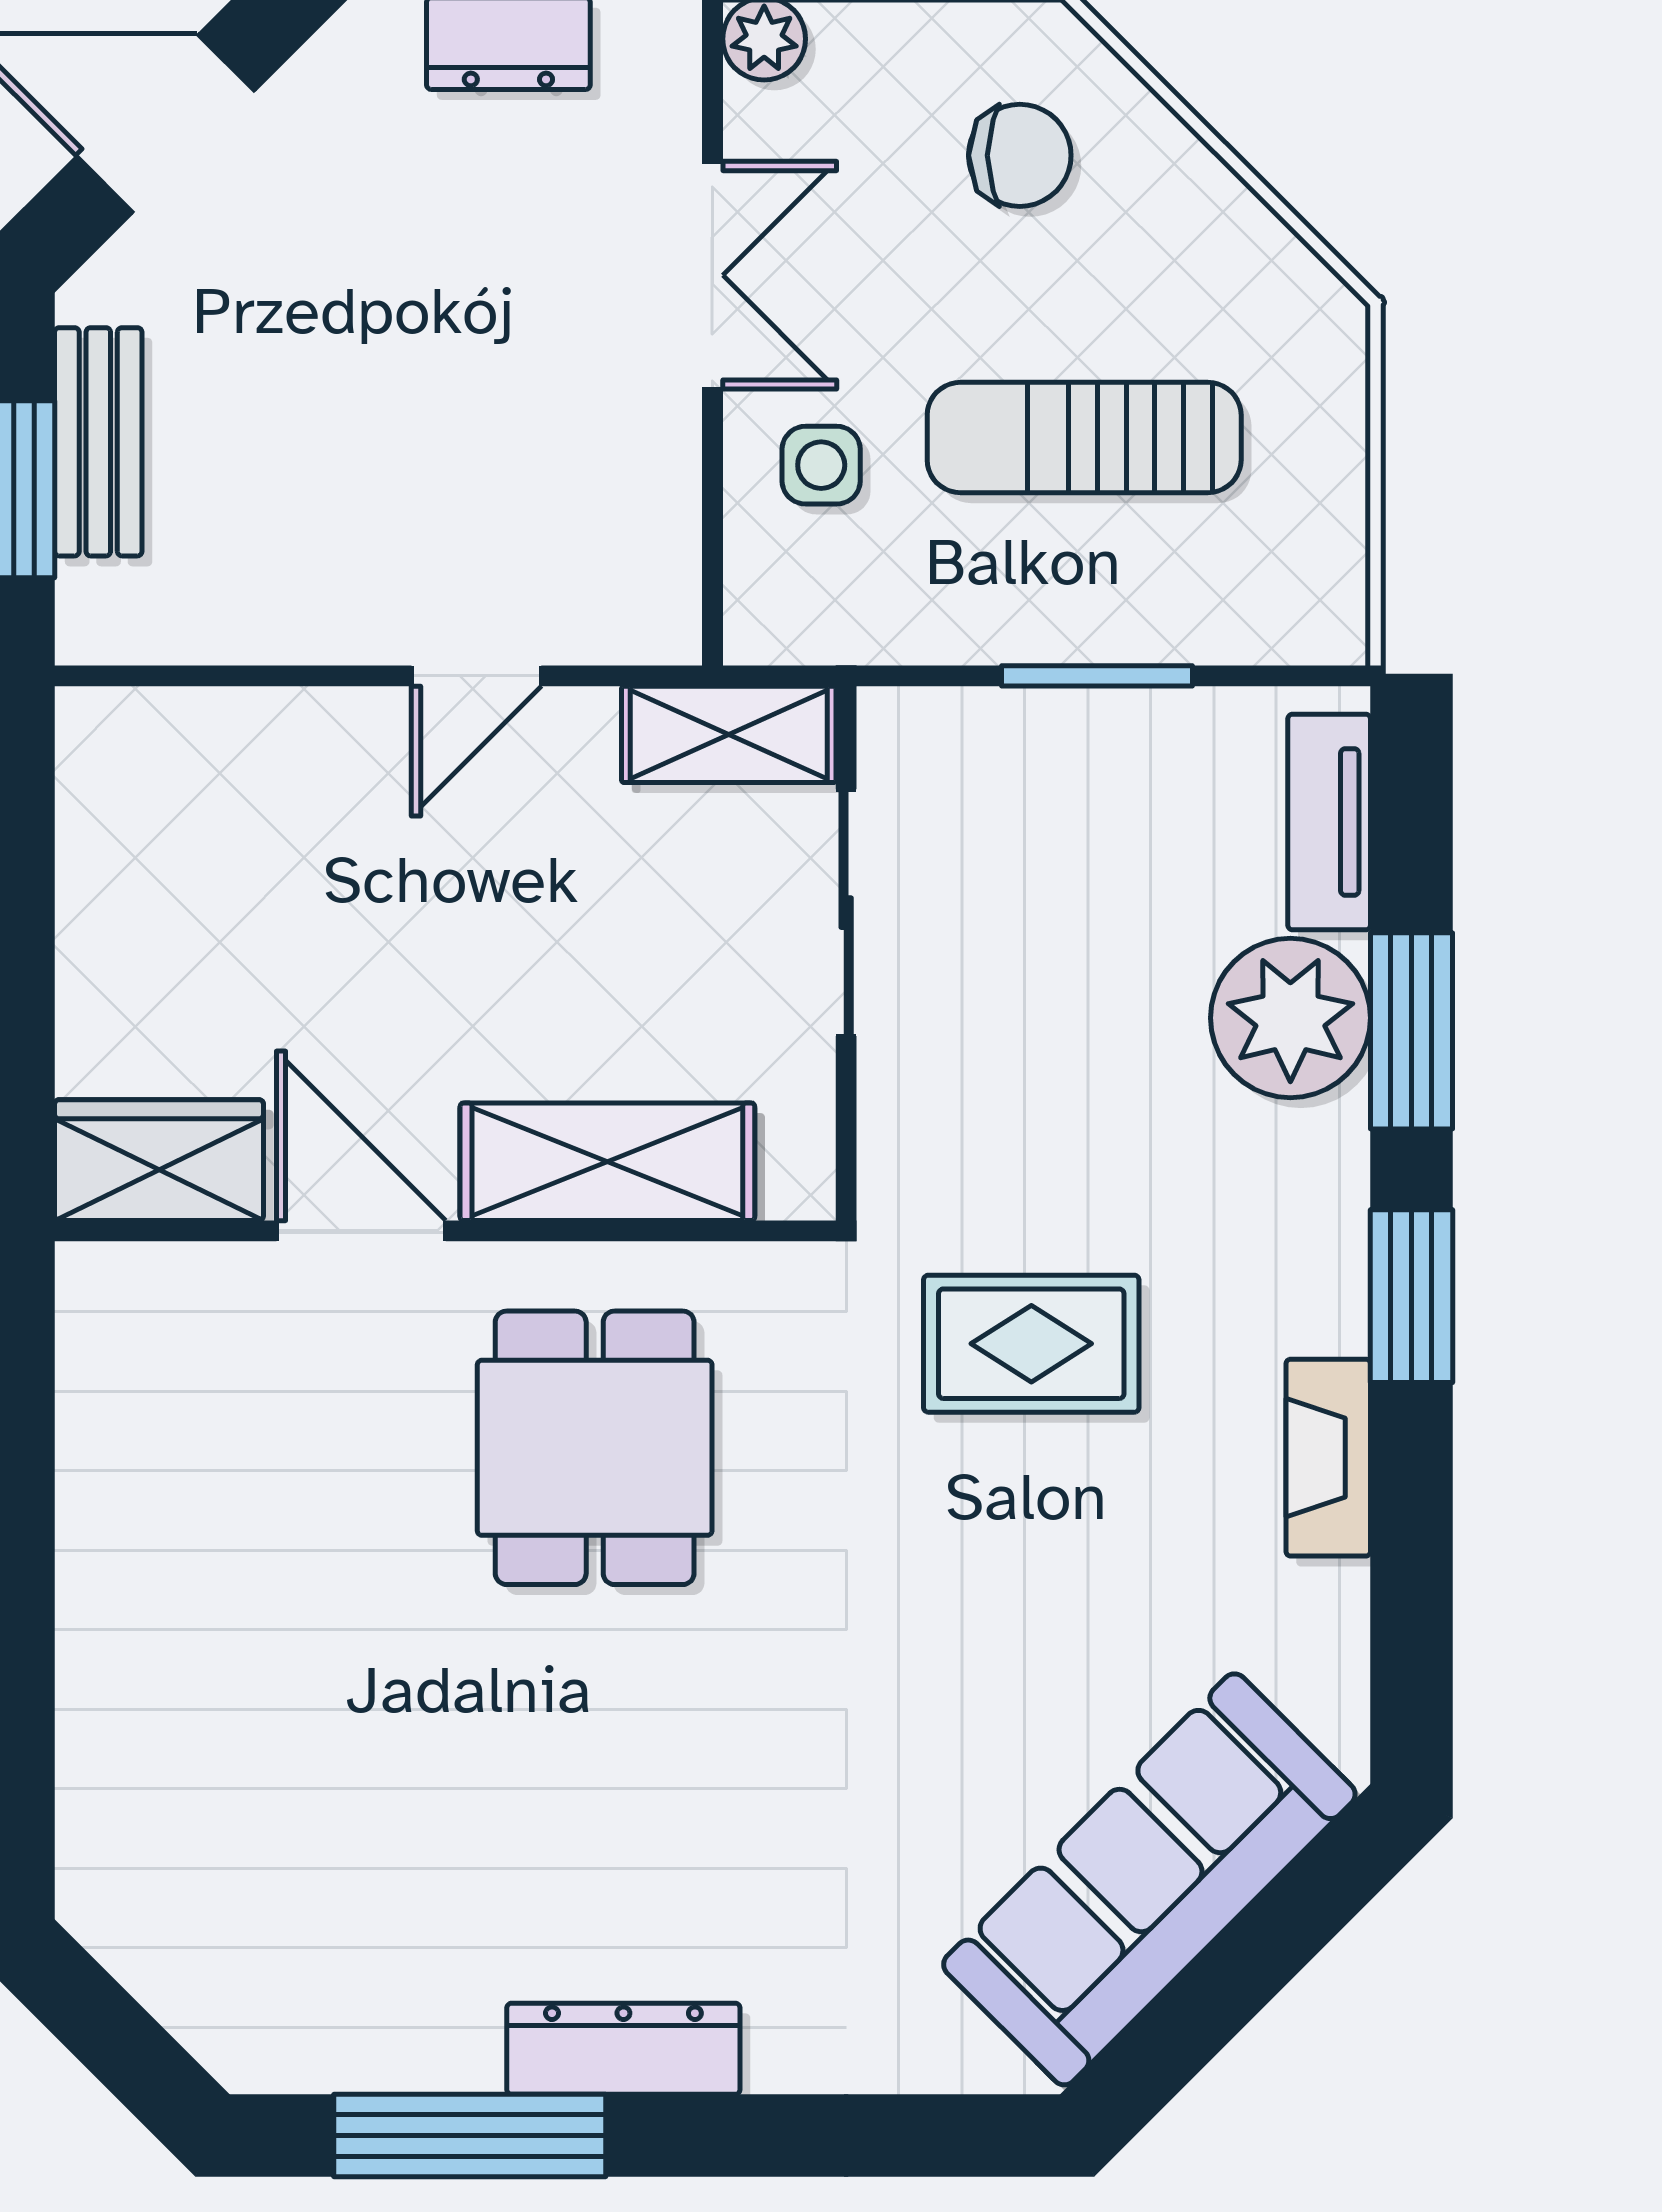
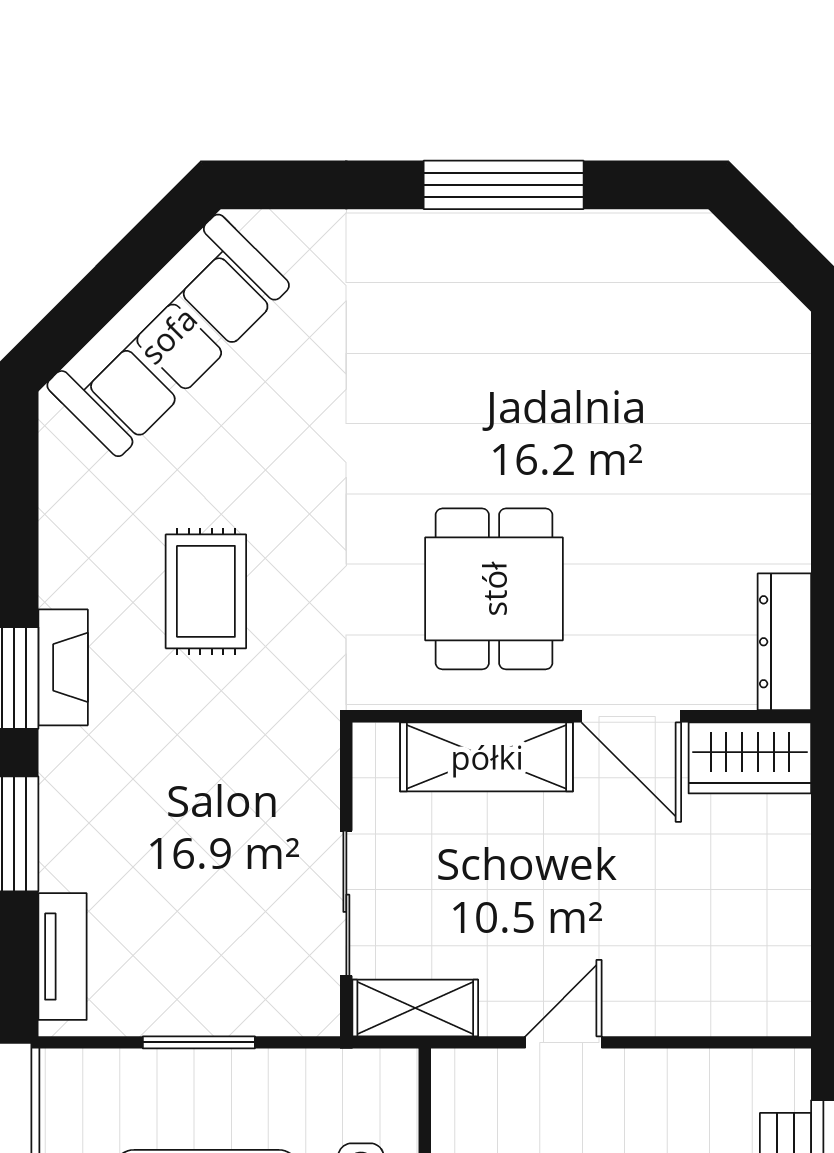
plant: (1290, 1018) -> (85, 841), removed
rug: (1031, 1344) -> (206, 591), moved, turned 90
fireplace: (1328, 1458) -> (63, 667), moved
dresser: (623, 2049) -> (784, 642), moved, turned 90
window: (470, 2135) -> (504, 185), moved

